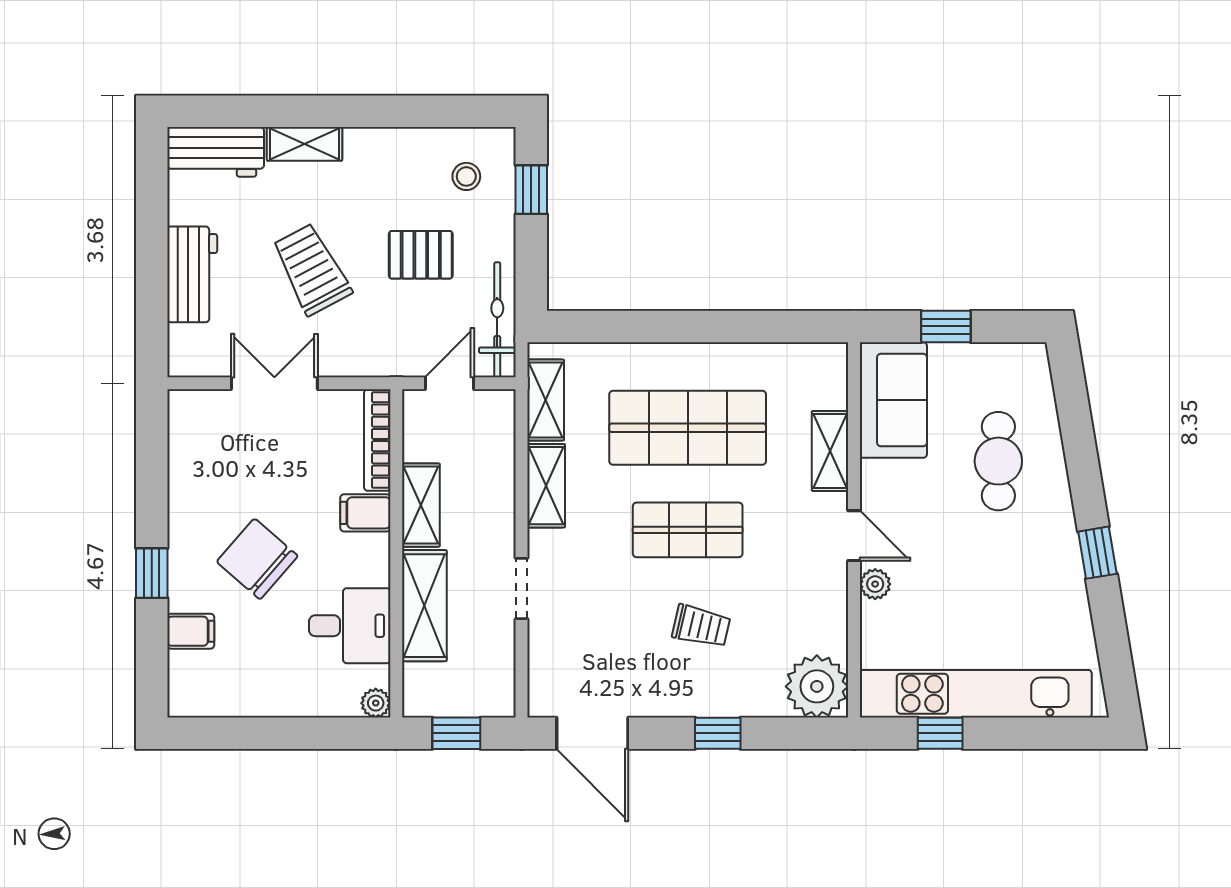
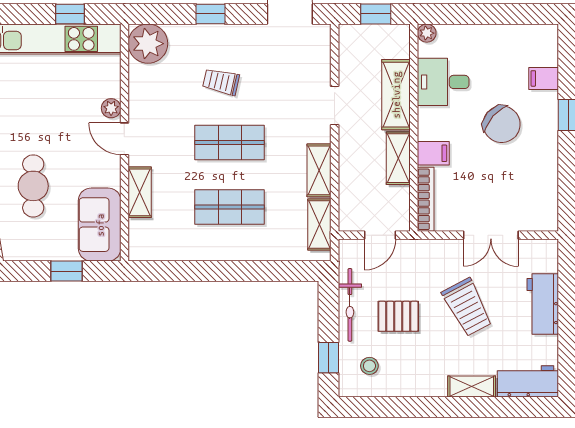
bicycle: (497, 320) -> (350, 305), moved
shop shelf: (688, 428) -> (230, 207), width x0.70, depth x0.74

